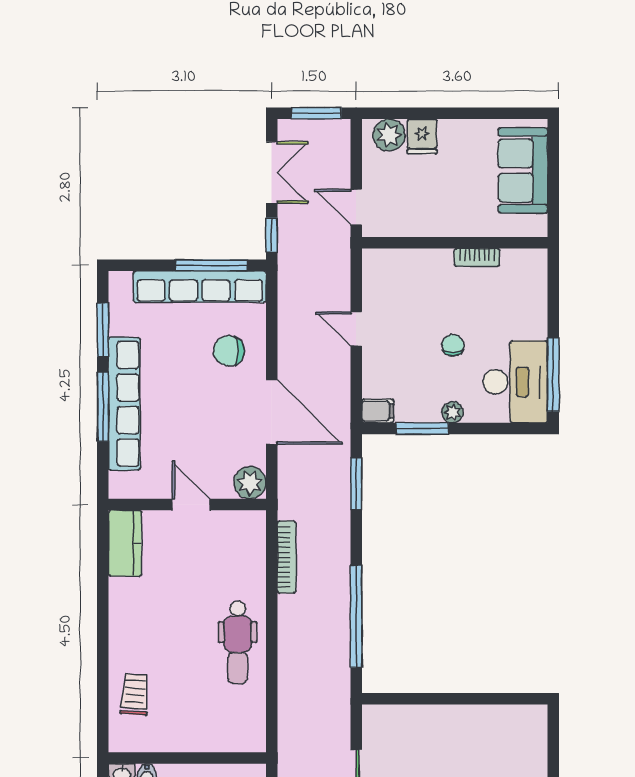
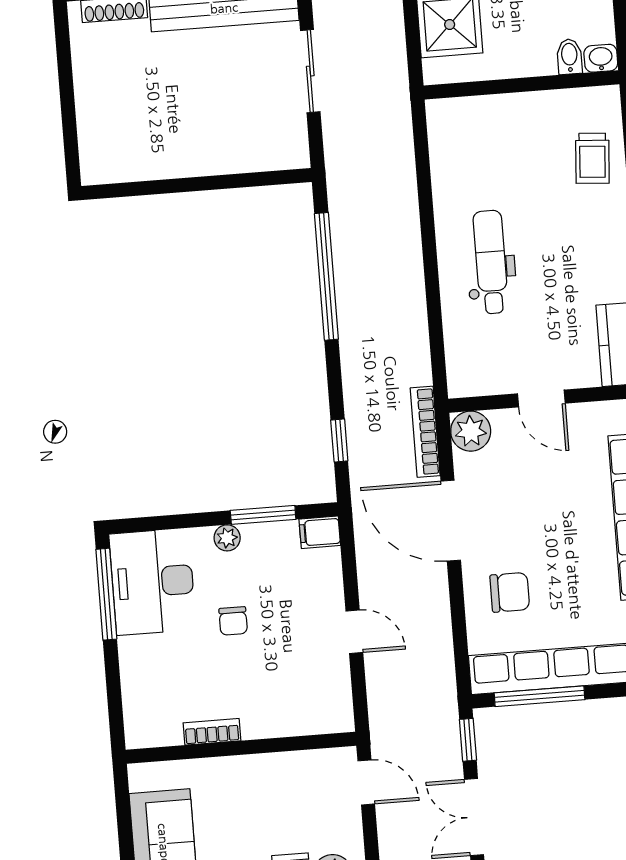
window: (356, 484) -> (339, 440), width x0.67
bookcase: (287, 557) -> (425, 432), moved
dental chair: (238, 642) -> (491, 262), moved

